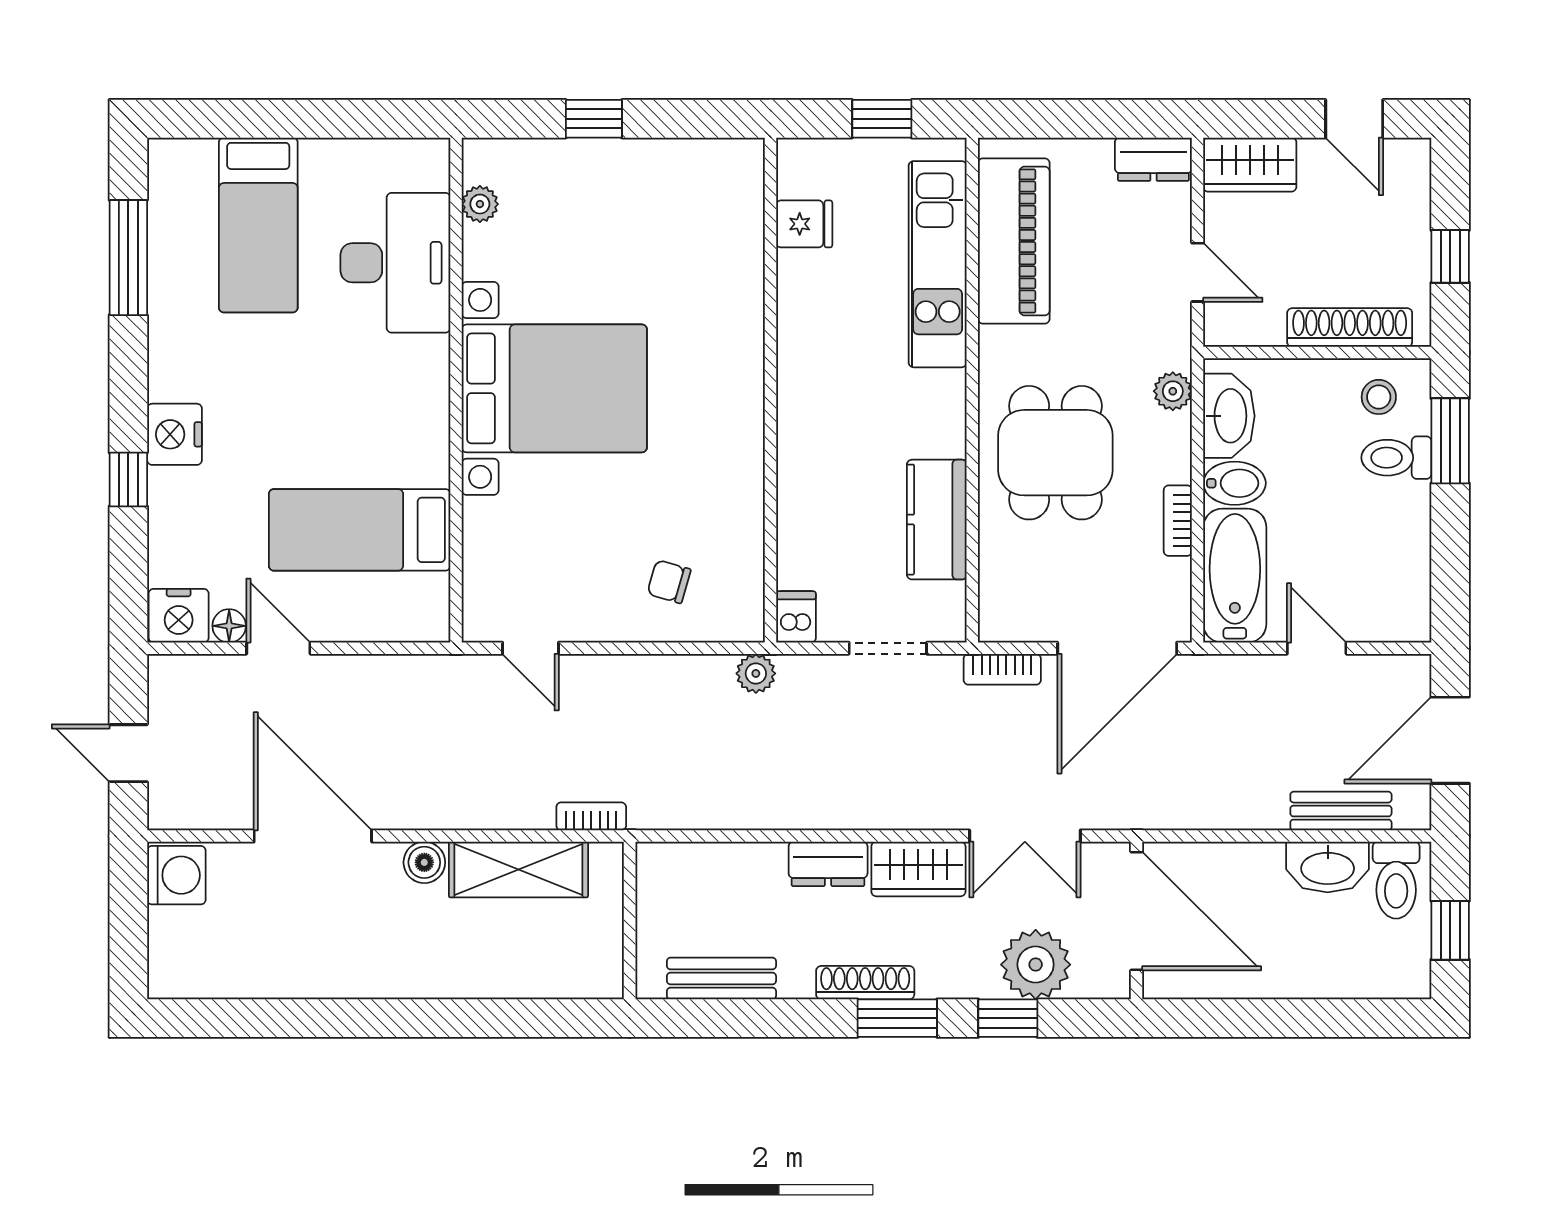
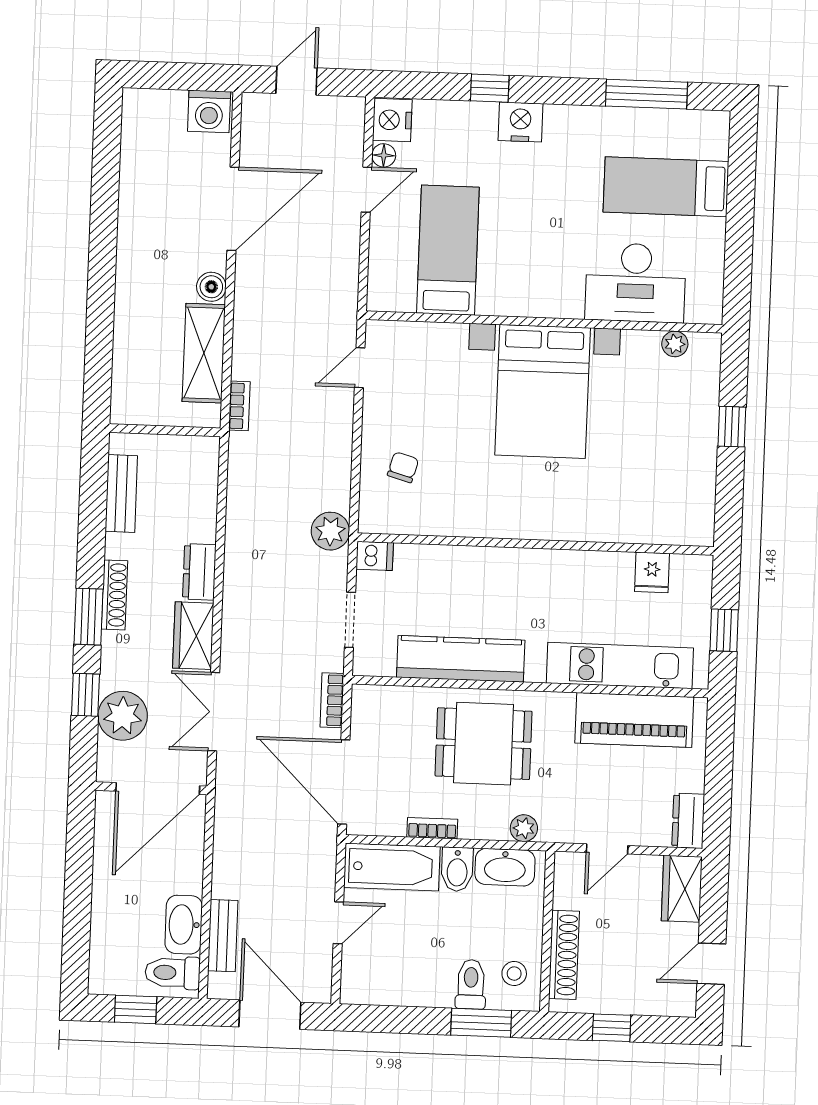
kitchen counter: (937, 520) -> (461, 659), width x1.50
plant: (756, 673) -> (330, 531), width x1.38, depth x1.38

